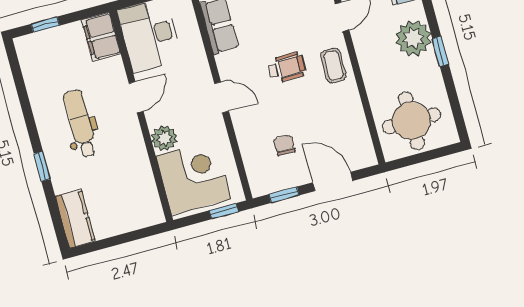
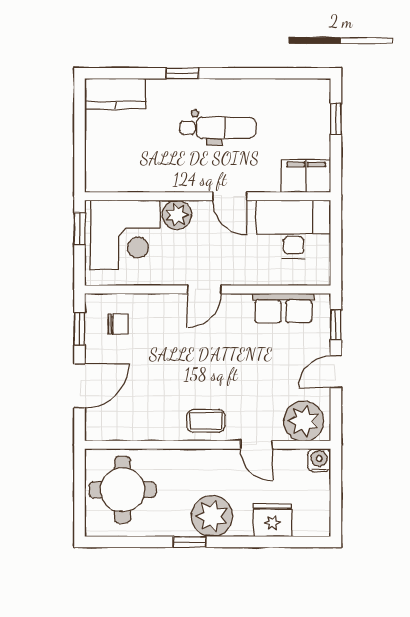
wheelchair: (287, 67) -> (218, 370), removed
chair: (284, 145) -> (118, 324), moved
window: (224, 211) -> (80, 228), moved

